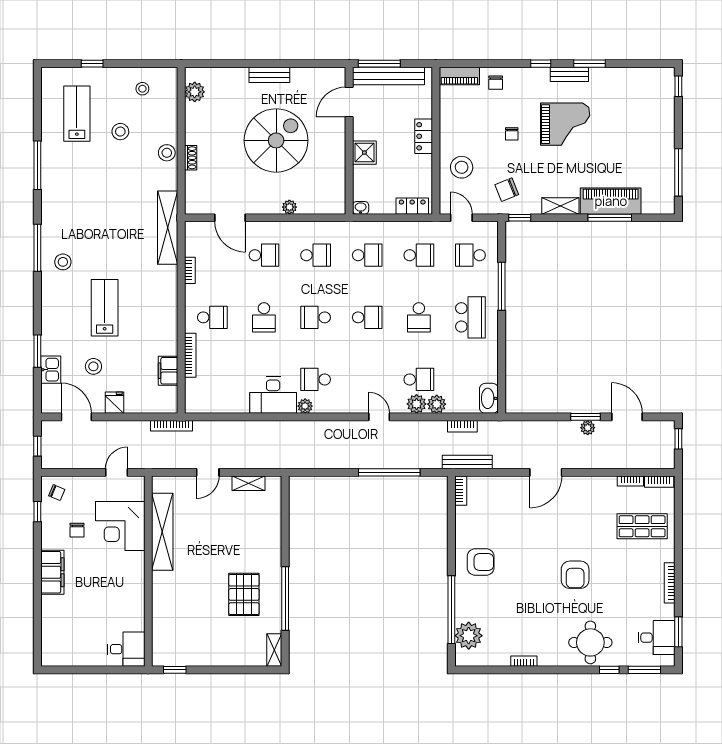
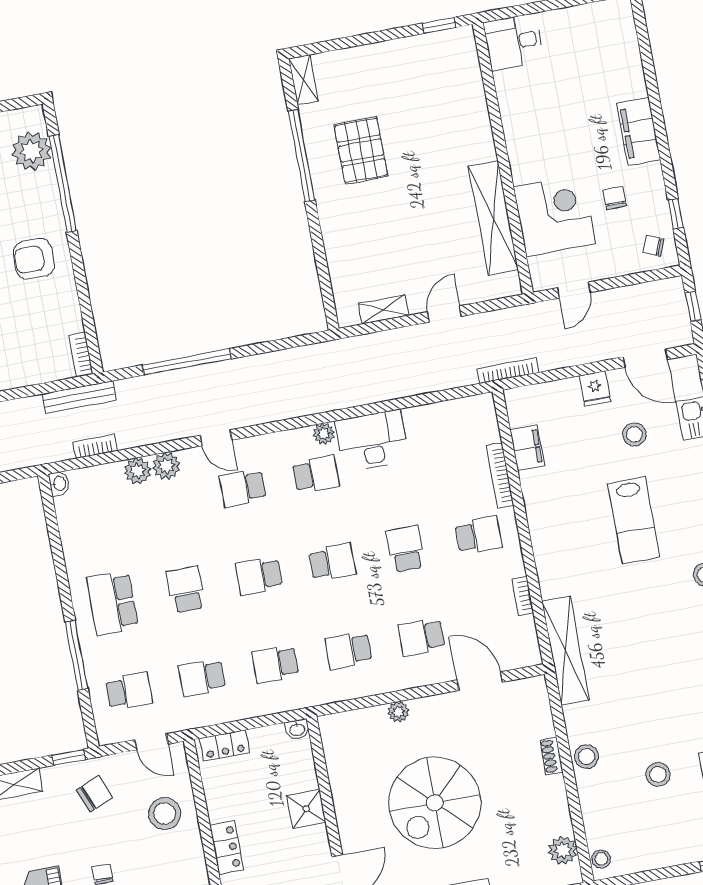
stool: (142, 89) -> (601, 859), moved
school desk: (212, 317) -> (479, 535), turned 180
school desk: (419, 379) -> (243, 488), moved
washbasin: (489, 398) -> (59, 483), width x0.52, depth x0.69

